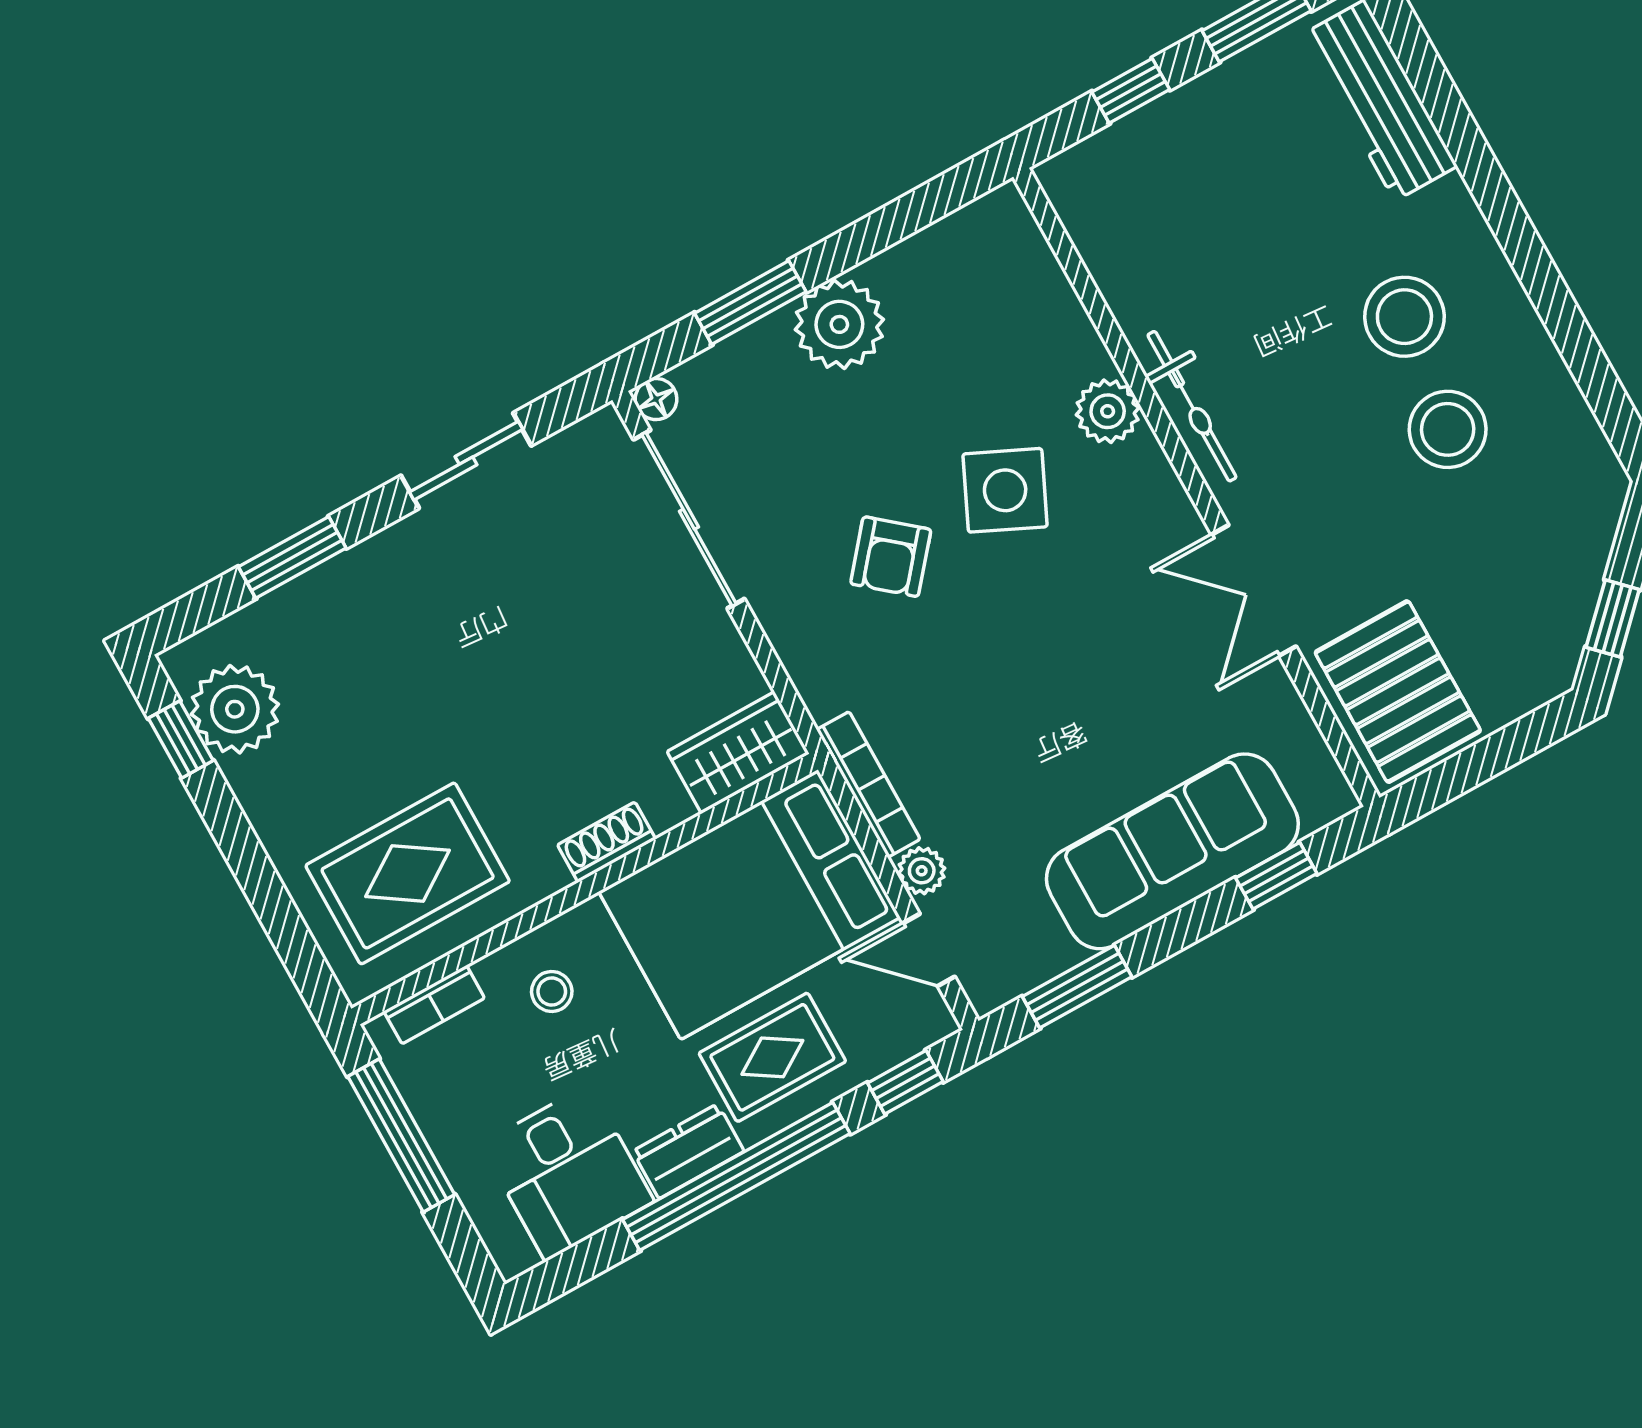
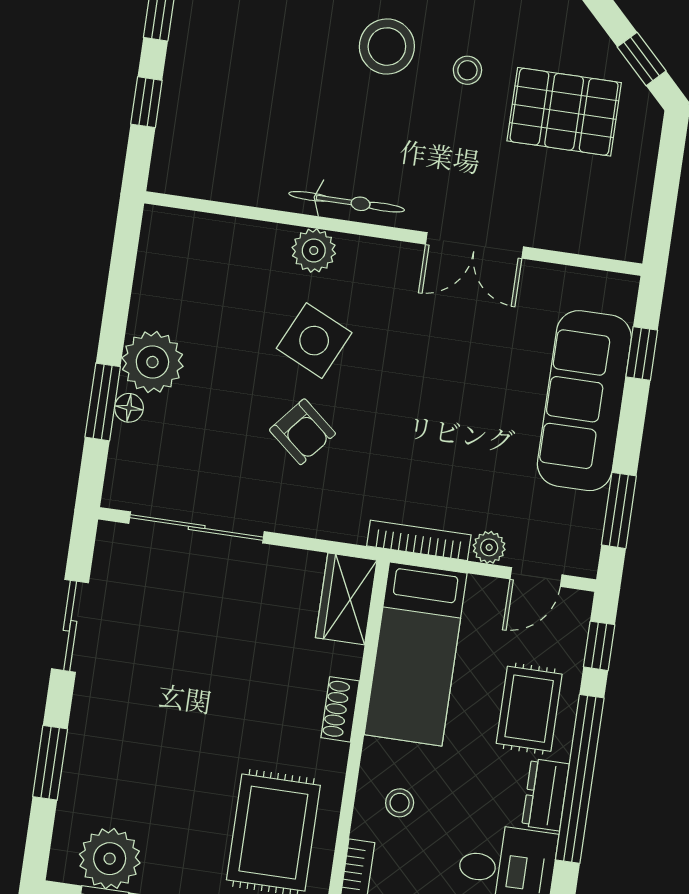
floor lamp: (656, 399) -> (129, 408), moved
stool: (1448, 429) -> (467, 70), width x0.53, depth x0.53
pallet: (1398, 692) -> (564, 112), moved
bed: (750, 905) -> (416, 654), width x0.67

